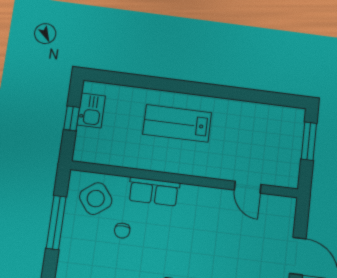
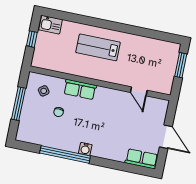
kitchen sink: (91, 110) -> (51, 25), moved, turned 90
side table: (96, 199) -> (44, 91), width x0.54, depth x0.54

